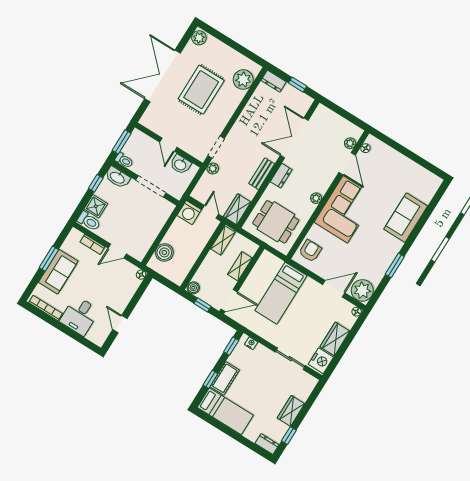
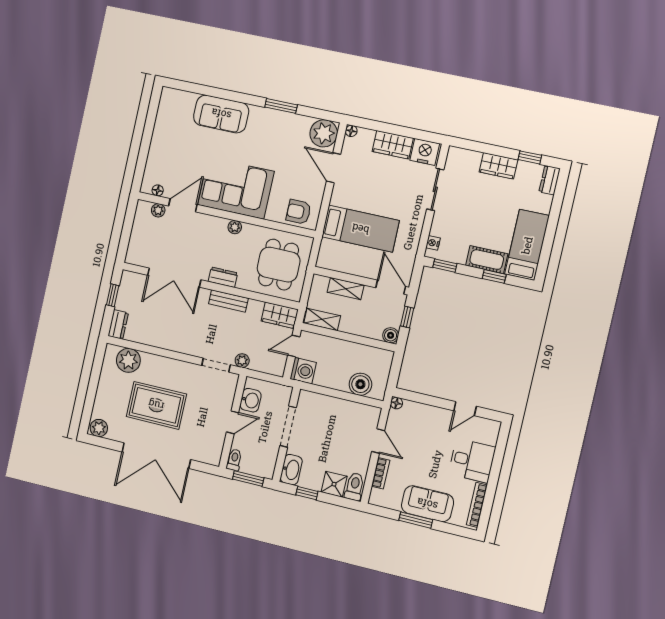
toilet: (124, 160) -> (234, 460), moved

